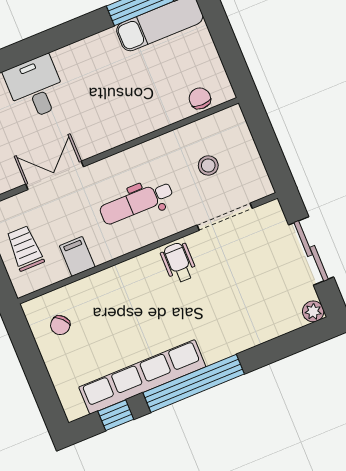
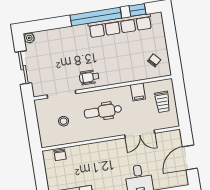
dental chair: (136, 203) -> (103, 111), turned 180
wheelchair: (179, 262) -> (89, 77), turned 90

